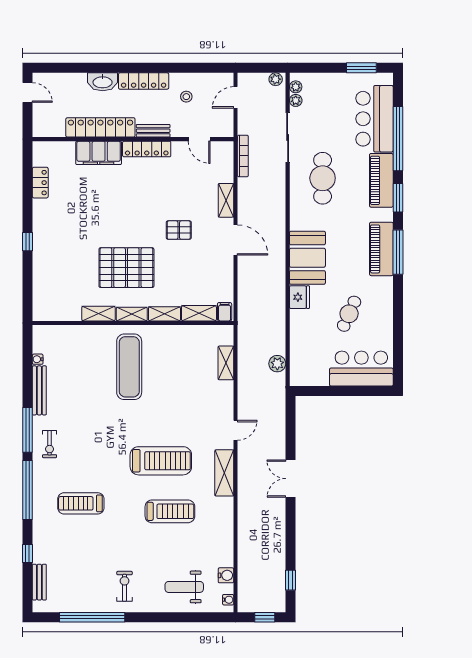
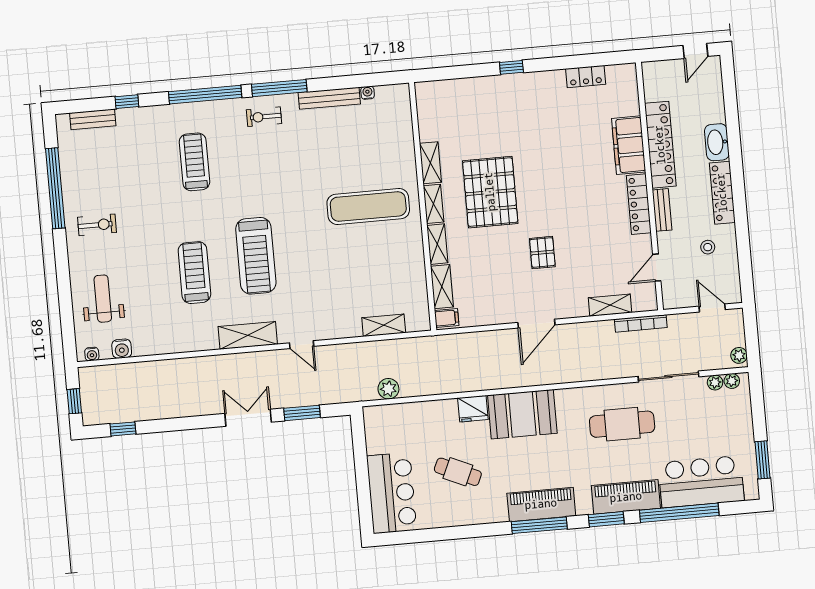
shelving: (226, 200) -> (610, 305), moved
window: (291, 435) -> (302, 413), added
treadmill: (170, 511) -> (194, 273), turned 180

